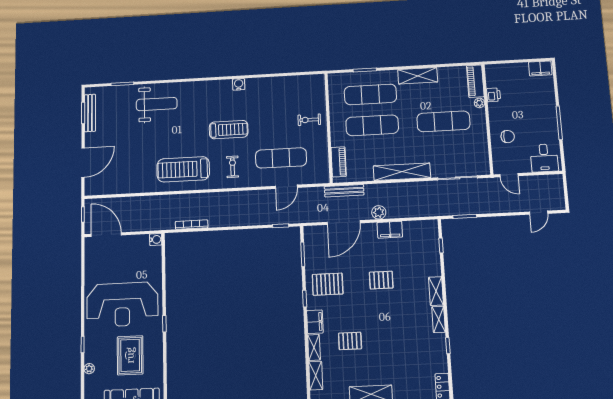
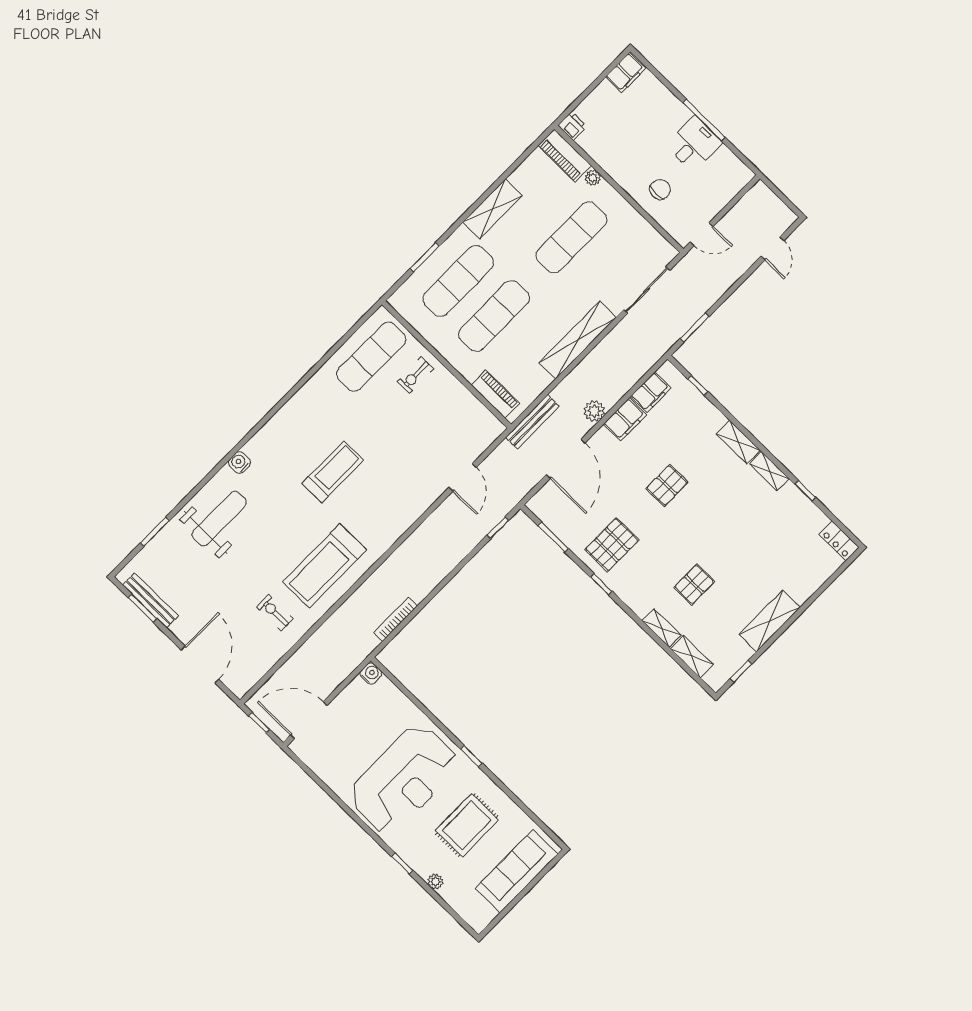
water cooler: (239, 84) -> (239, 463), moved
printer: (494, 95) -> (572, 126), moved
exercise mat: (281, 158) -> (371, 357), moved
desk: (544, 158) -> (694, 144), moved, turned -90
exercise bike: (233, 167) -> (275, 613), moved
filing cabinet: (315, 322) -> (651, 392), moved, turned 90
rug: (130, 355) -> (467, 825), turned 90

